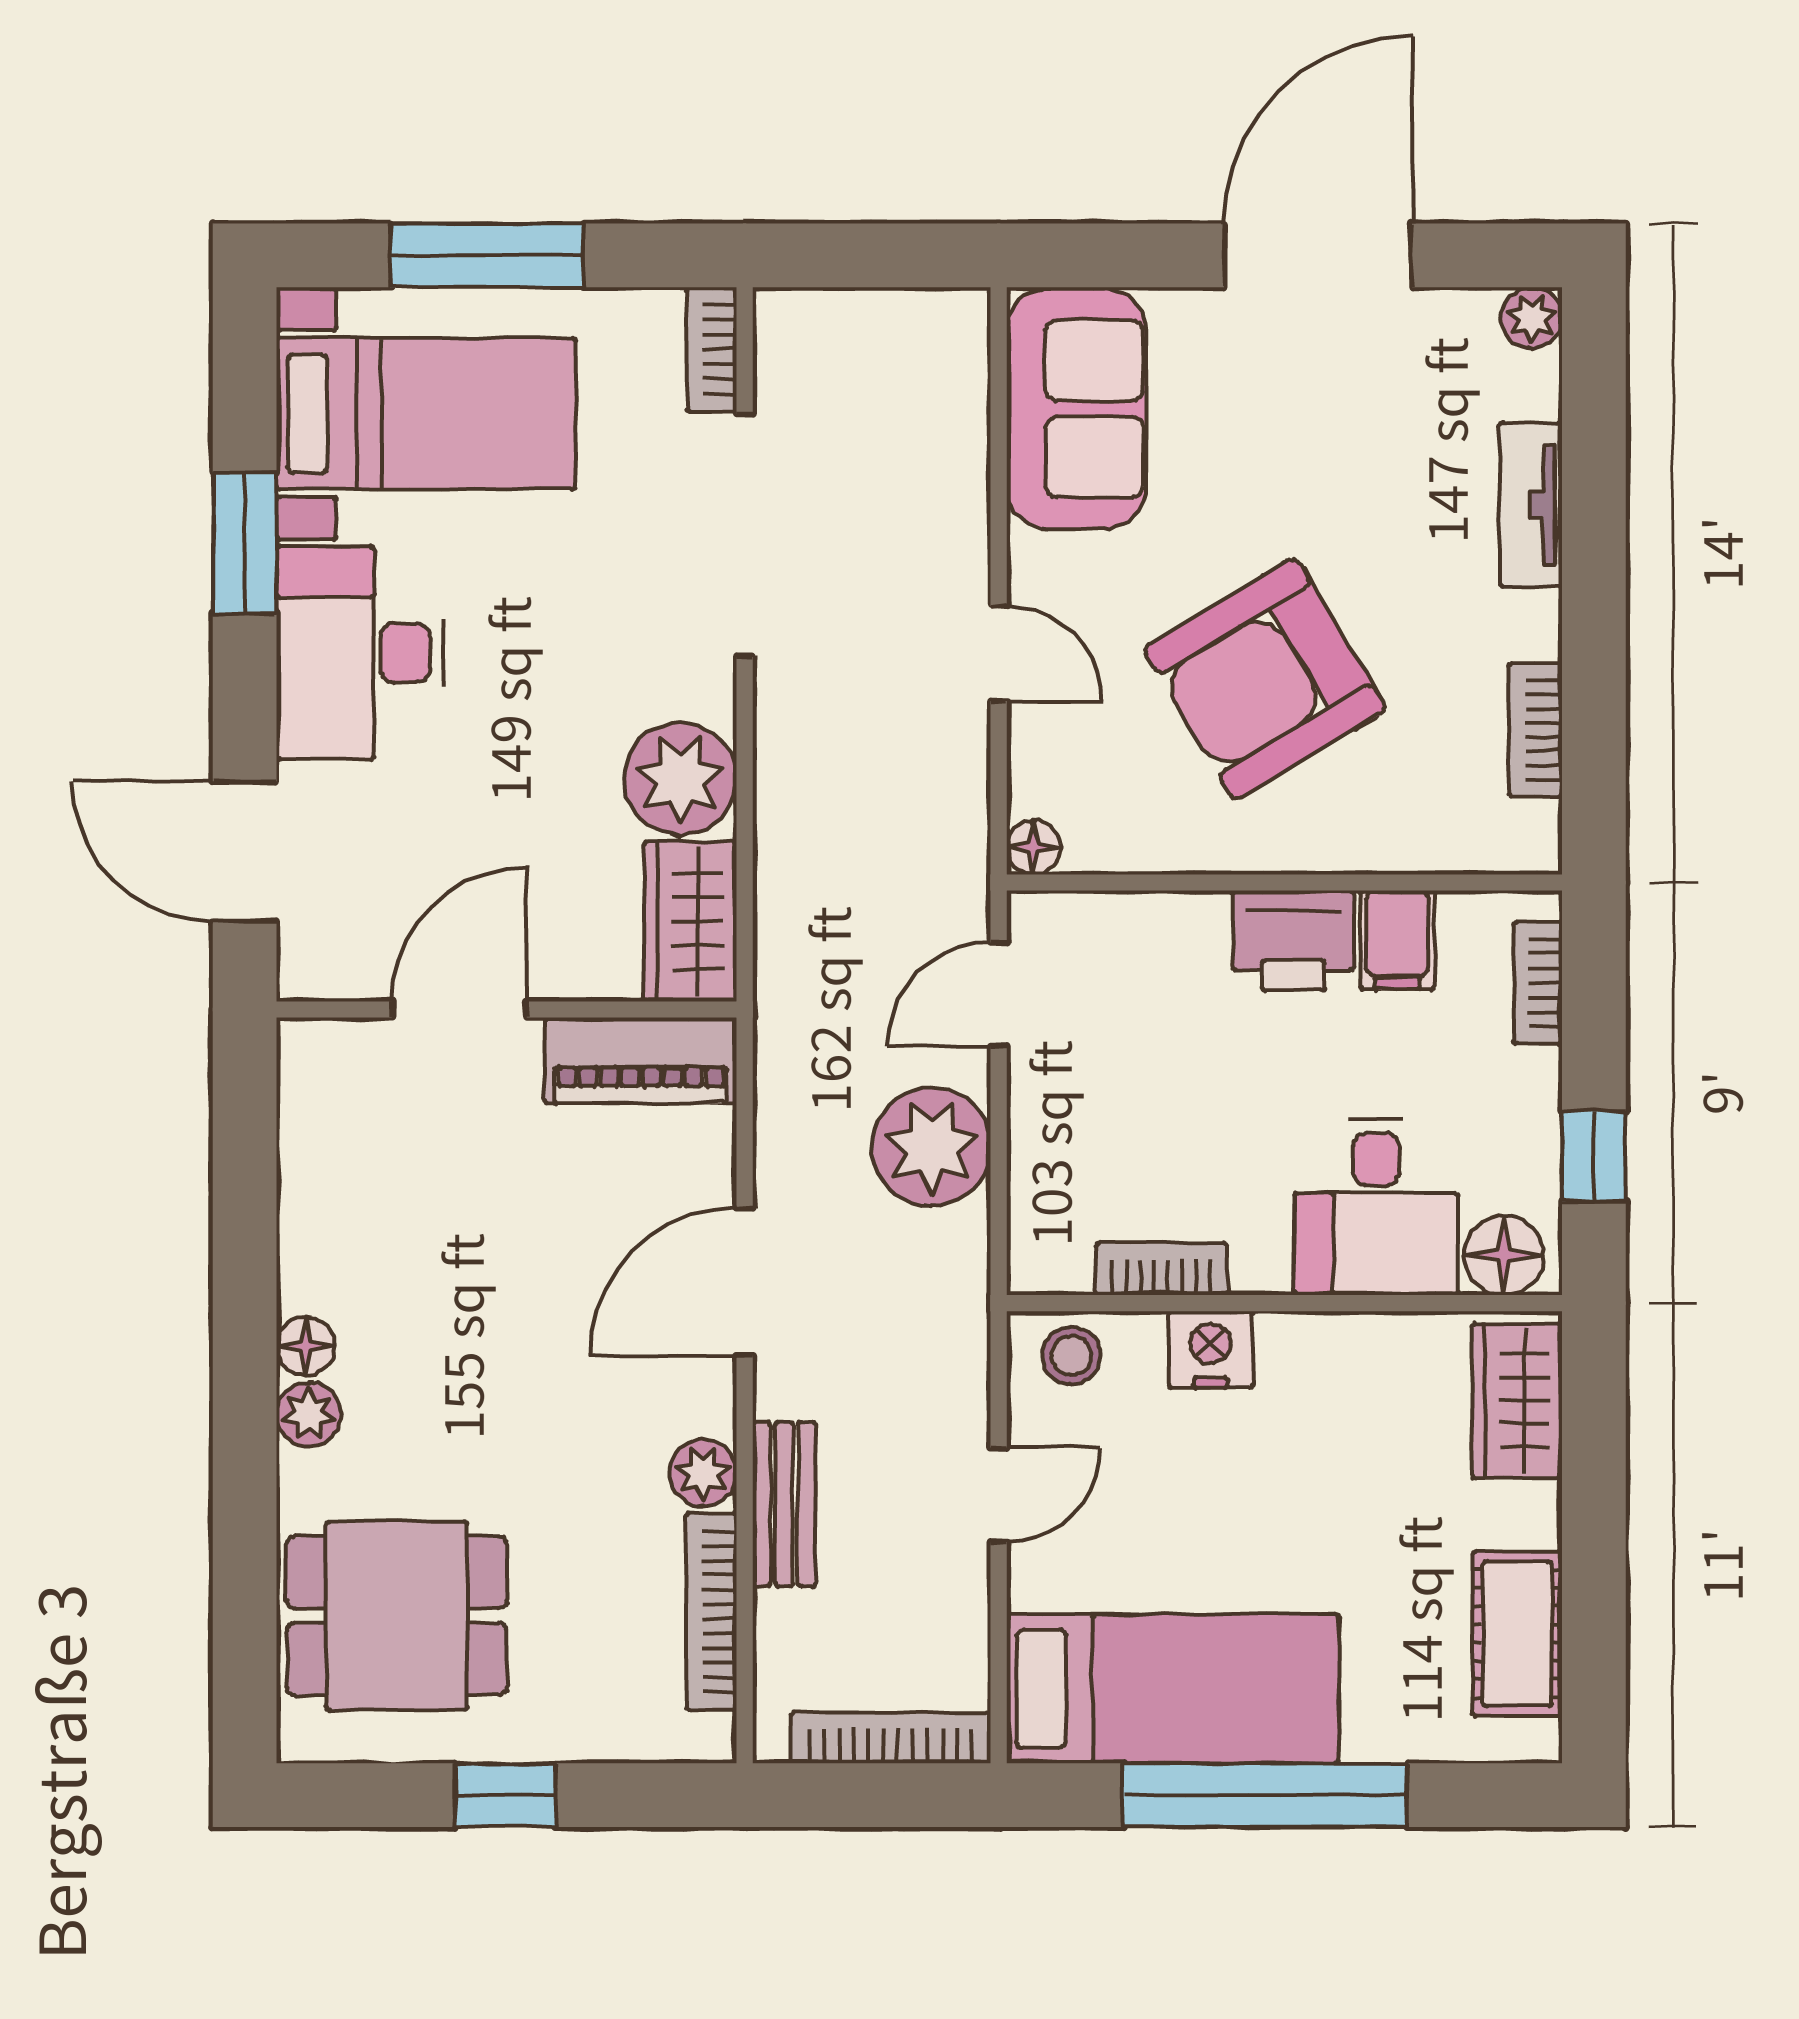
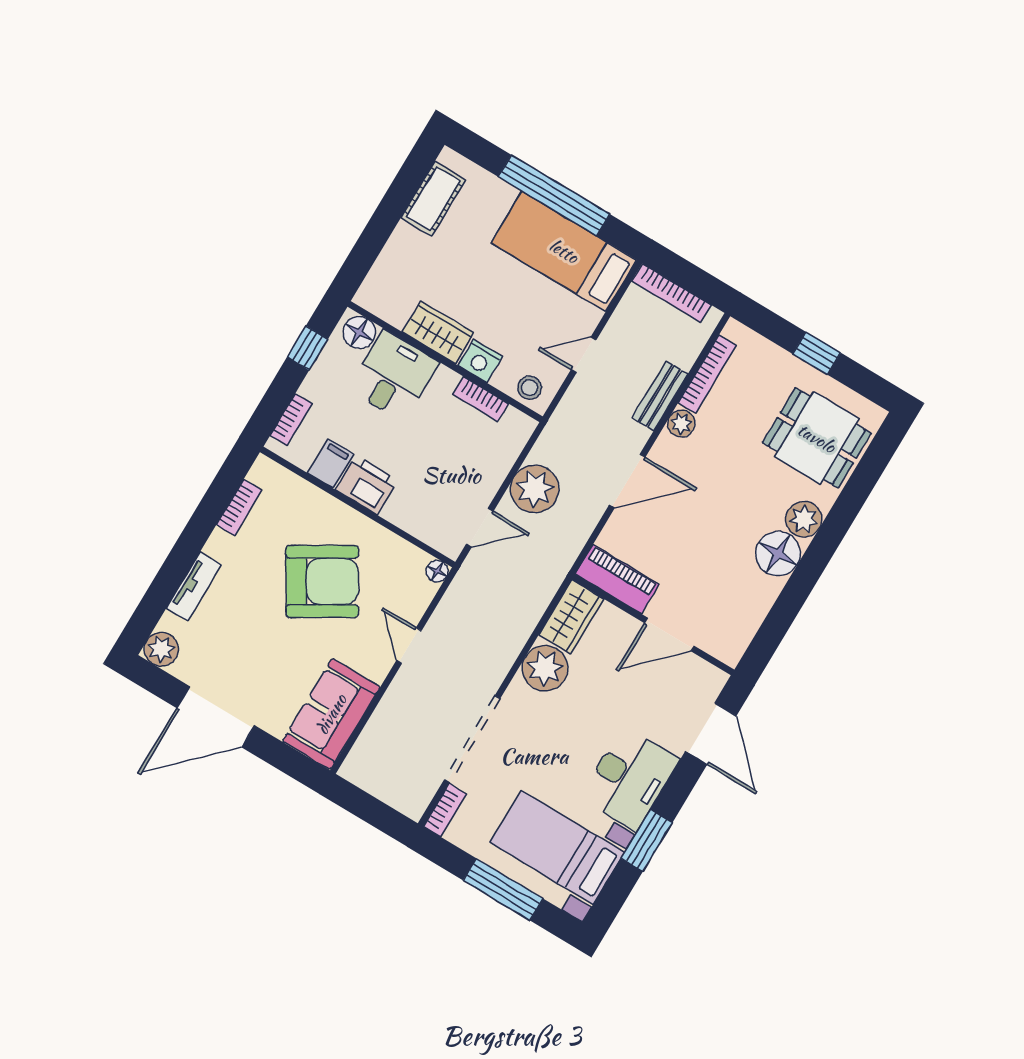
plant: (1532, 318) -> (161, 649), width x1.38, depth x1.38
floor lamp: (306, 1346) -> (778, 554), width x1.89, depth x1.89
wardrobe: (1517, 1401) -> (438, 332), moved, turned -90
plant: (309, 1414) -> (804, 519), width x1.38, depth x1.38

